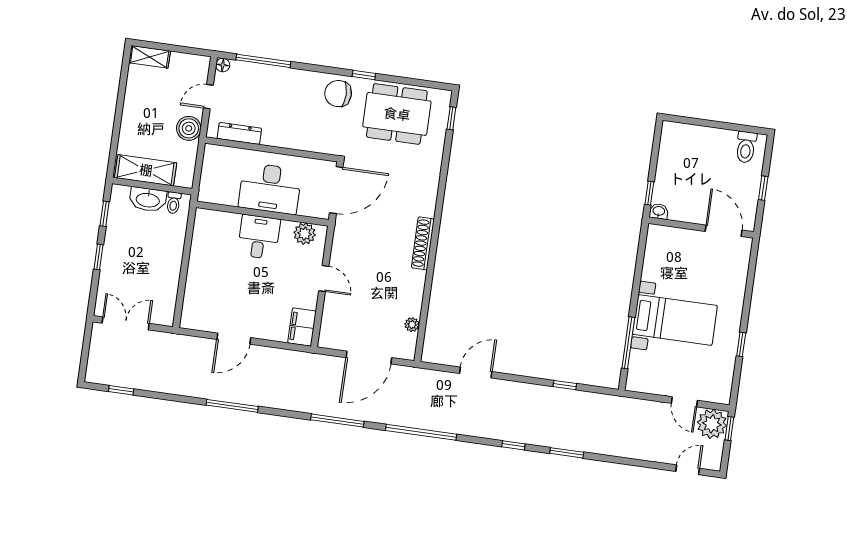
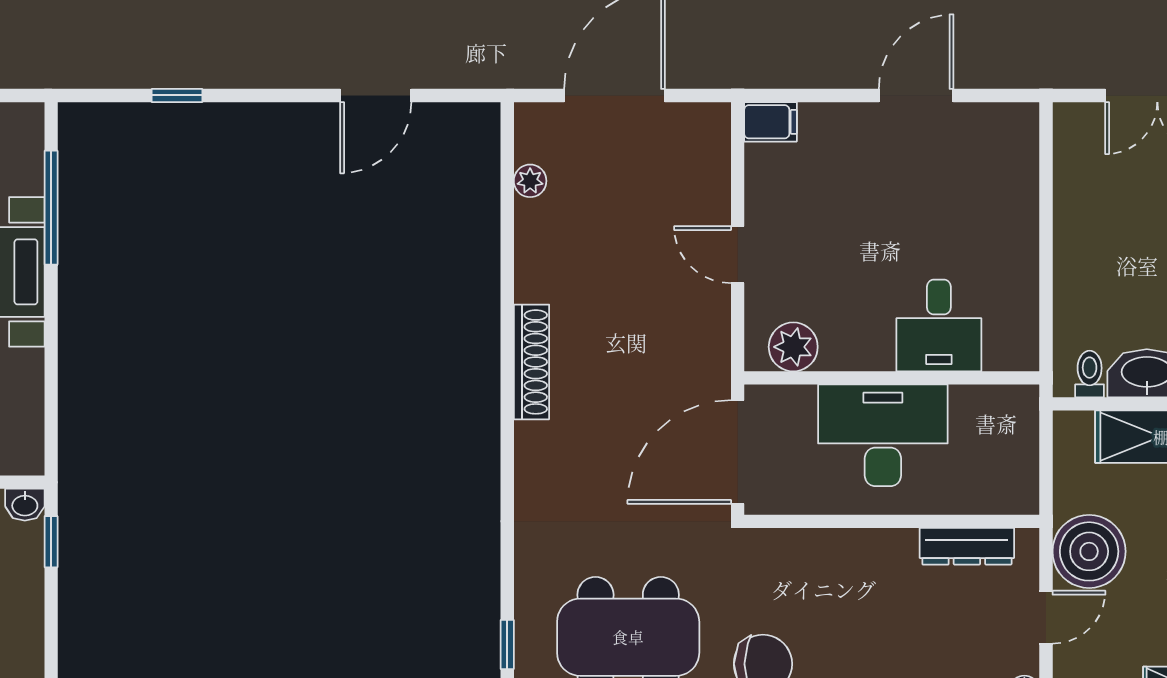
boiler: (189, 128) -> (1089, 551), width x1.37, depth x1.37
desk: (259, 237) -> (939, 326), moved
filing cabinet: (302, 327) -> (770, 122), width x0.50

